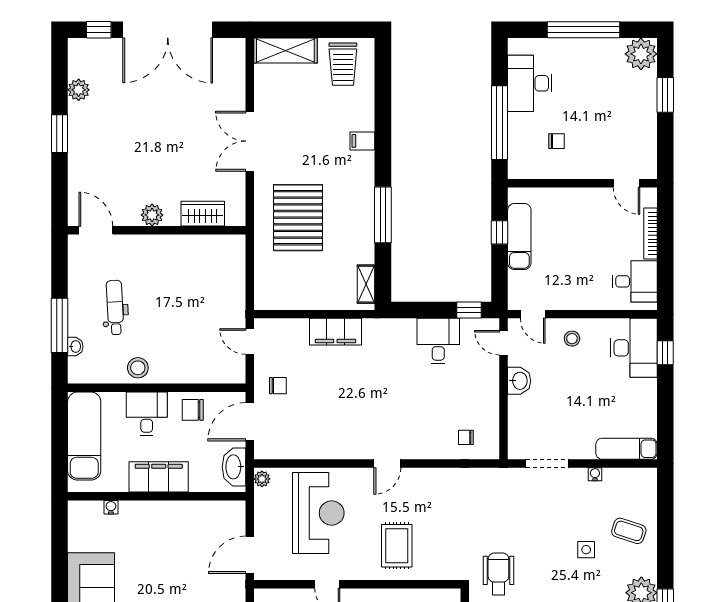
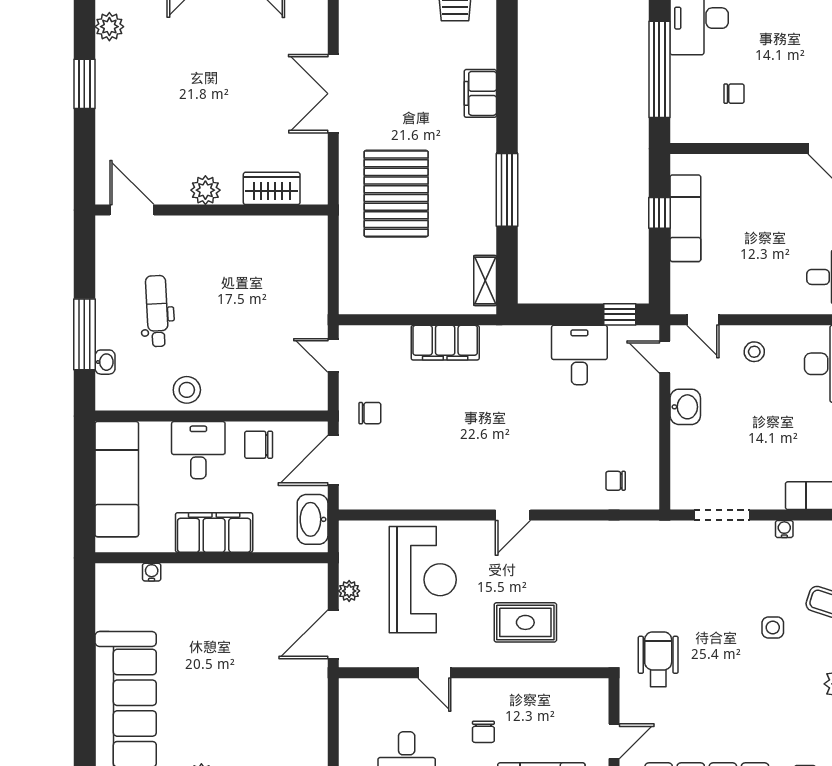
filing cabinet: (362, 141) -> (480, 93), width x2.00
plant: (262, 479) -> (349, 591), moved
rug: (397, 546) -> (525, 622), turned 90

